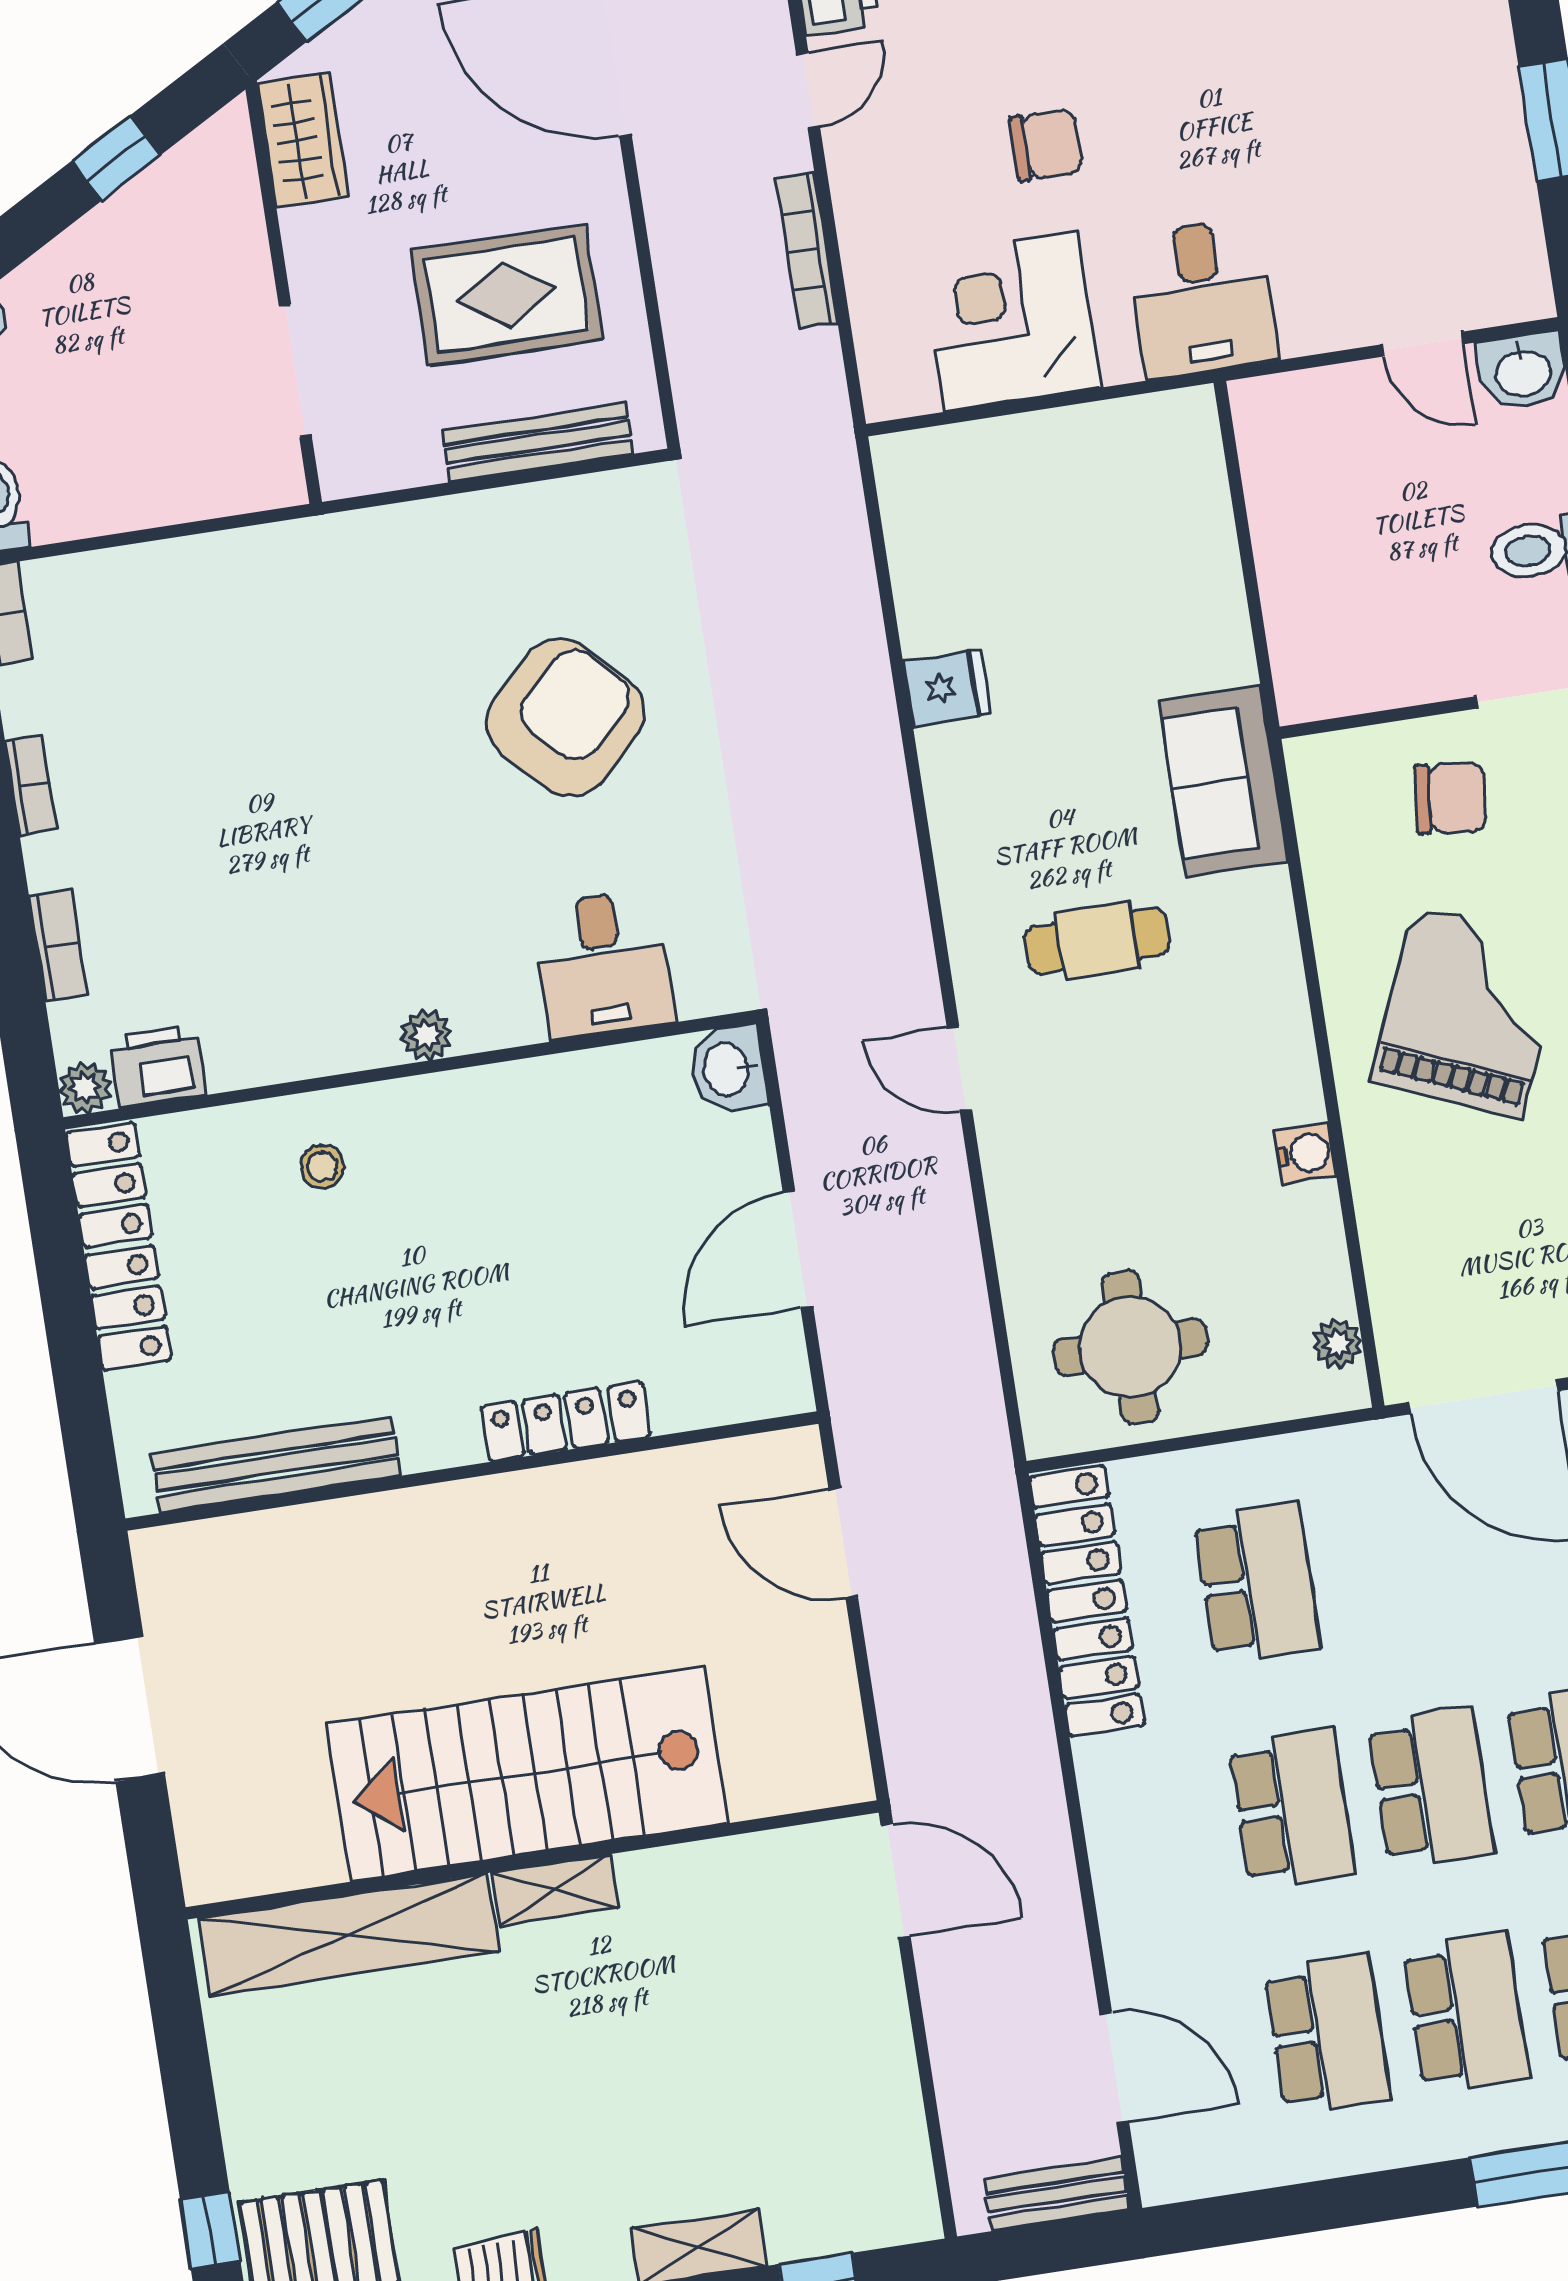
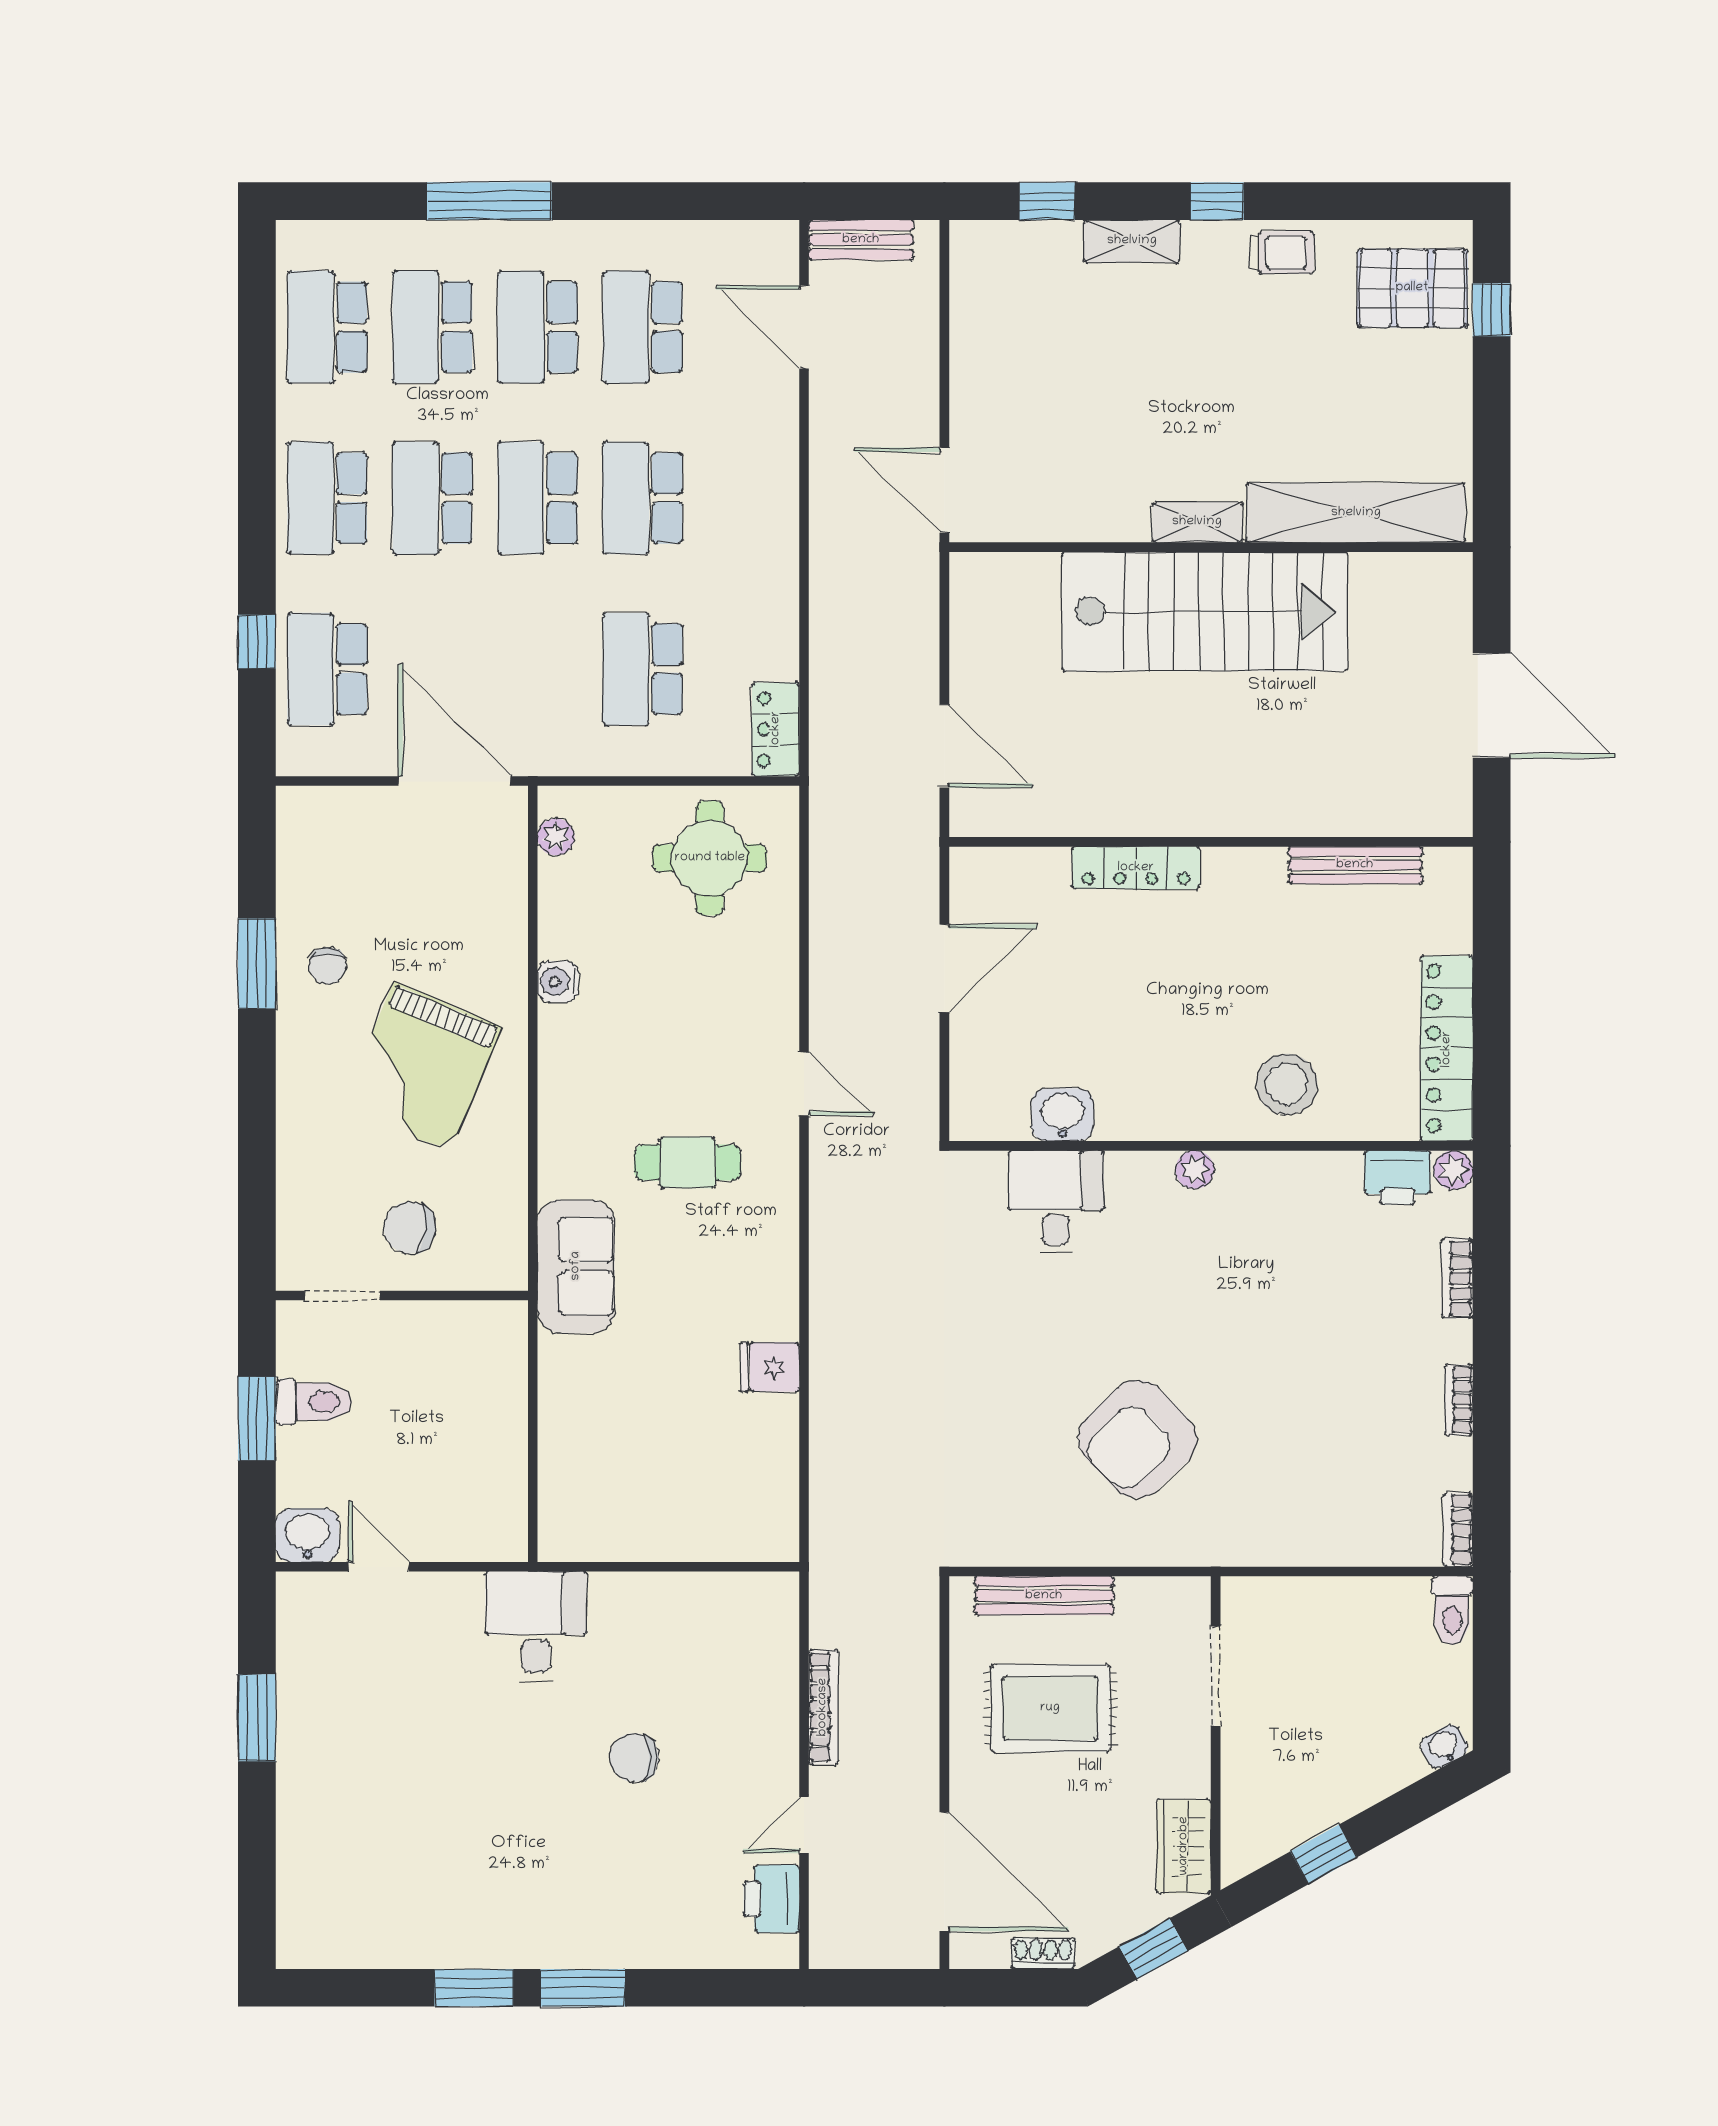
corner desk: (1010, 321) -> (681, 1631), removed
armchair: (565, 718) -> (1138, 1439), moved
washbasin: (728, 1069) -> (1062, 1115), moved, turned -90
stool: (322, 1167) -> (1287, 1084), width x1.89, depth x1.89
bench: (276, 1464) -> (1355, 865), width x0.73, depth x0.82
locker: (1087, 1601) -> (776, 729), width x0.46, depth x0.83

